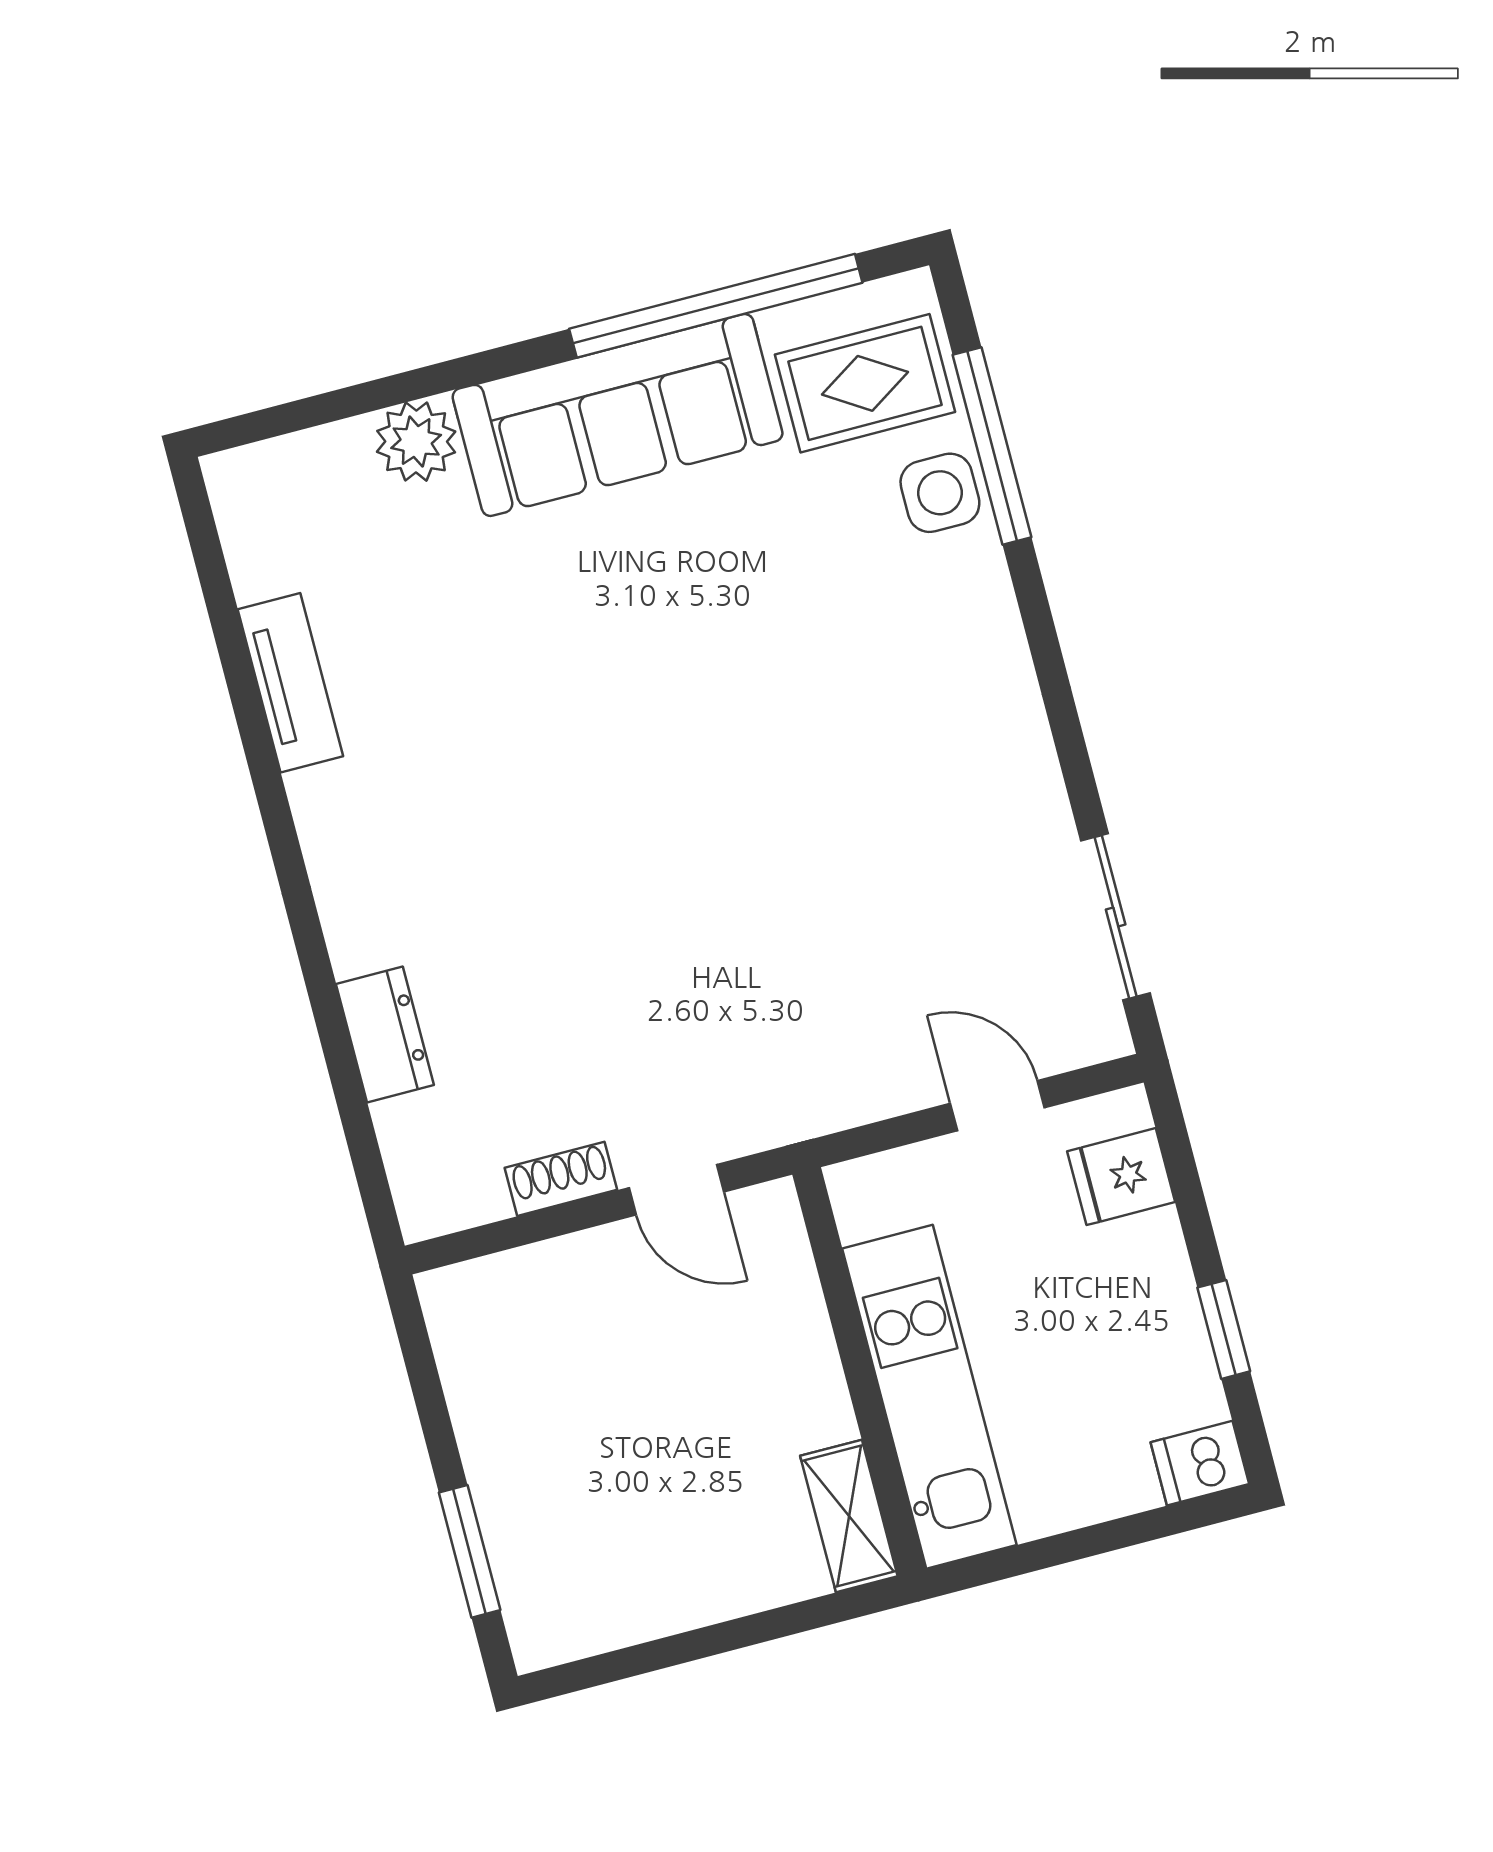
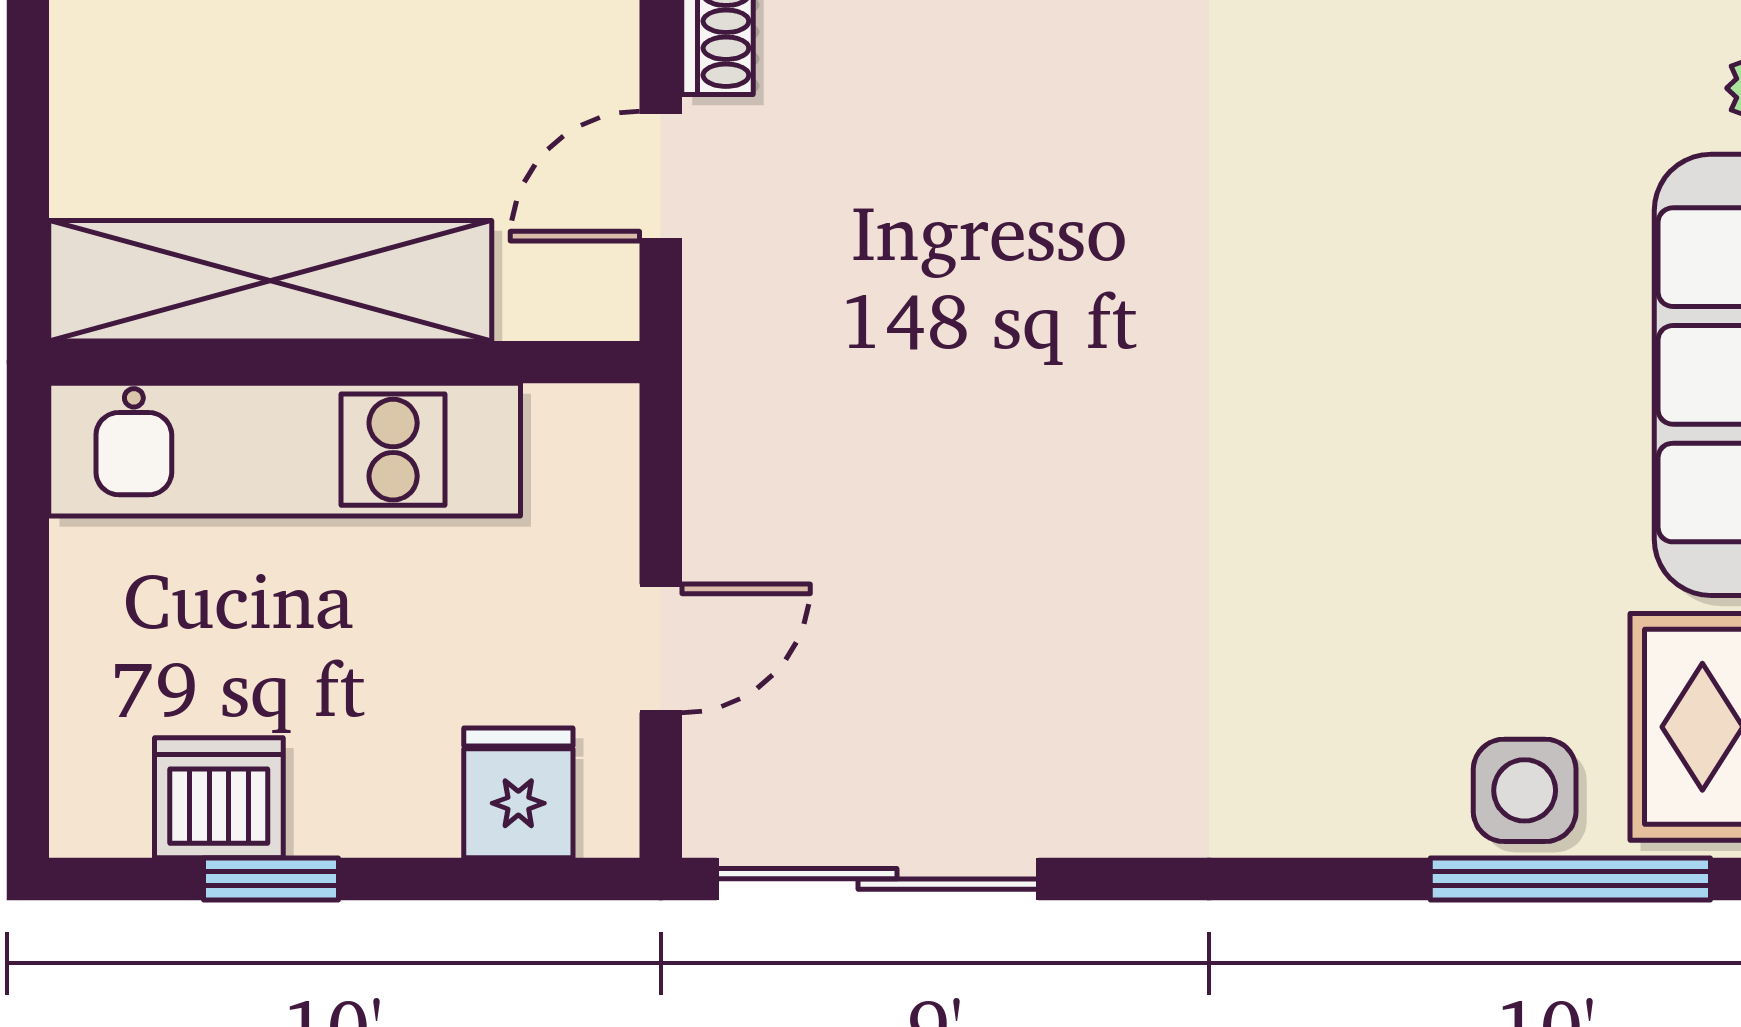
sliding door: (1116, 917) -> (878, 879), width x1.37
dishwasher: (1200, 1463) -> (219, 798), moved, width x1.38
shelving: (849, 1516) -> (270, 281), width x2.20, depth x1.33

